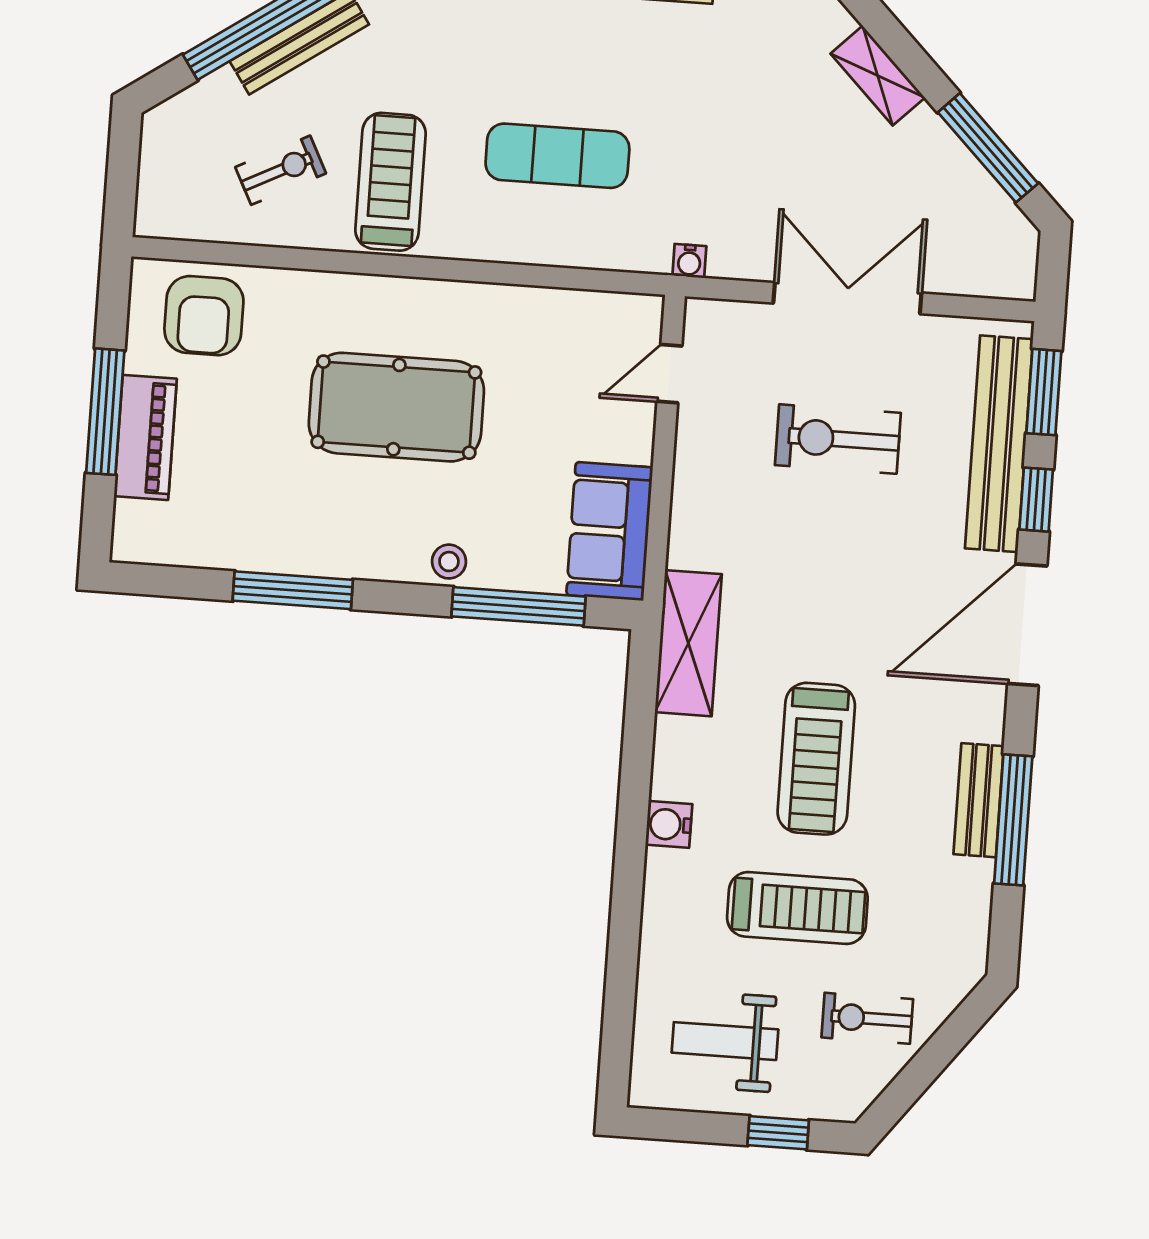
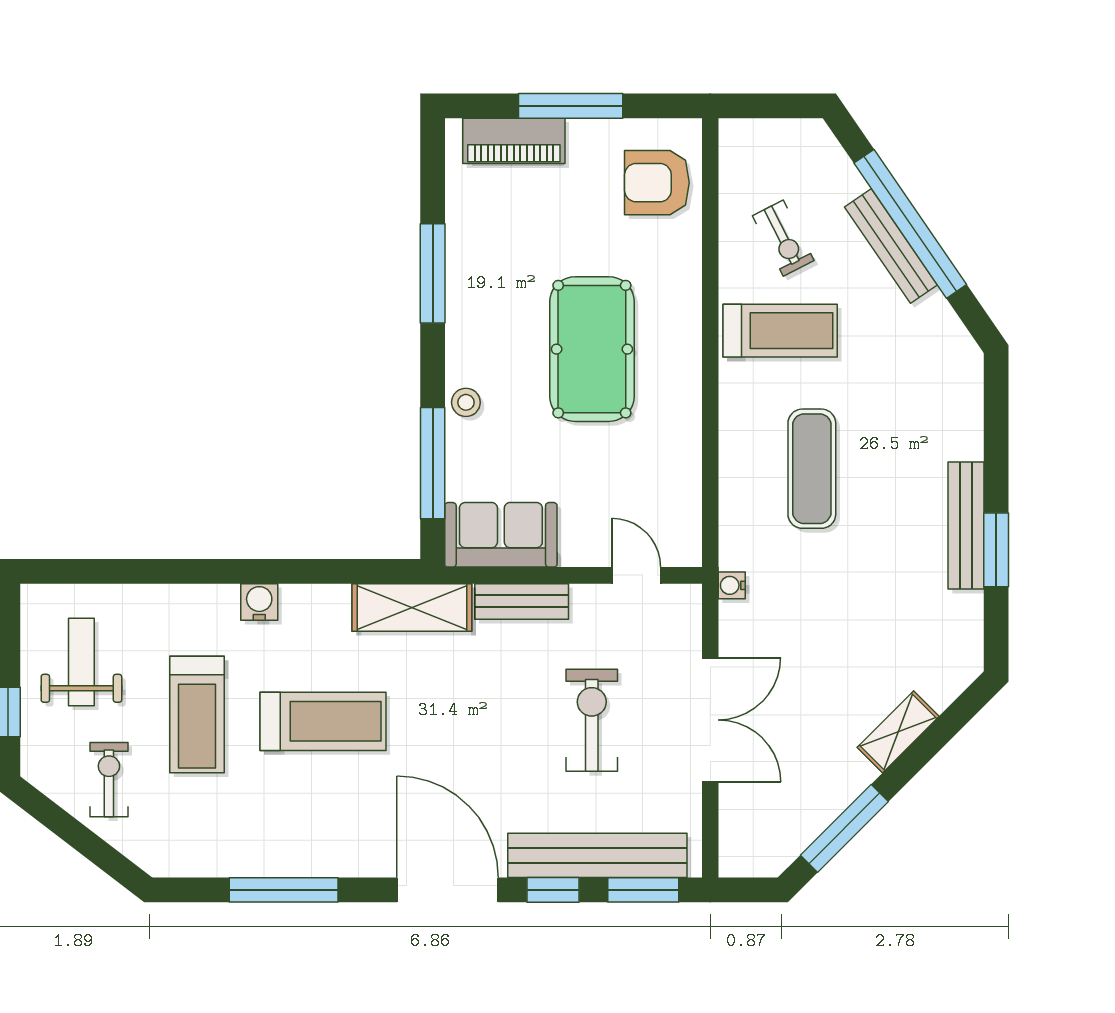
piano: (145, 437) -> (514, 141), moved
treadmill: (816, 759) -> (323, 721), turned 180
bench: (979, 800) -> (522, 601), moved

